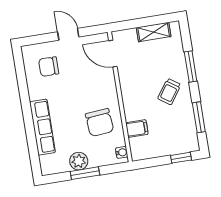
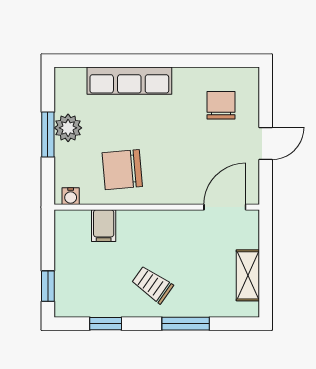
window: (199, 117) -> (106, 324), width x0.67

